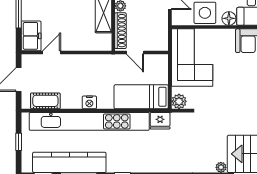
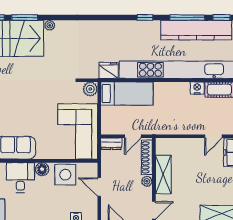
dresser: (157, 45) -> (111, 144), added
door: (135, 53) -> (133, 136), swing flipped
nightstand: (89, 102) -> (197, 88), moved

